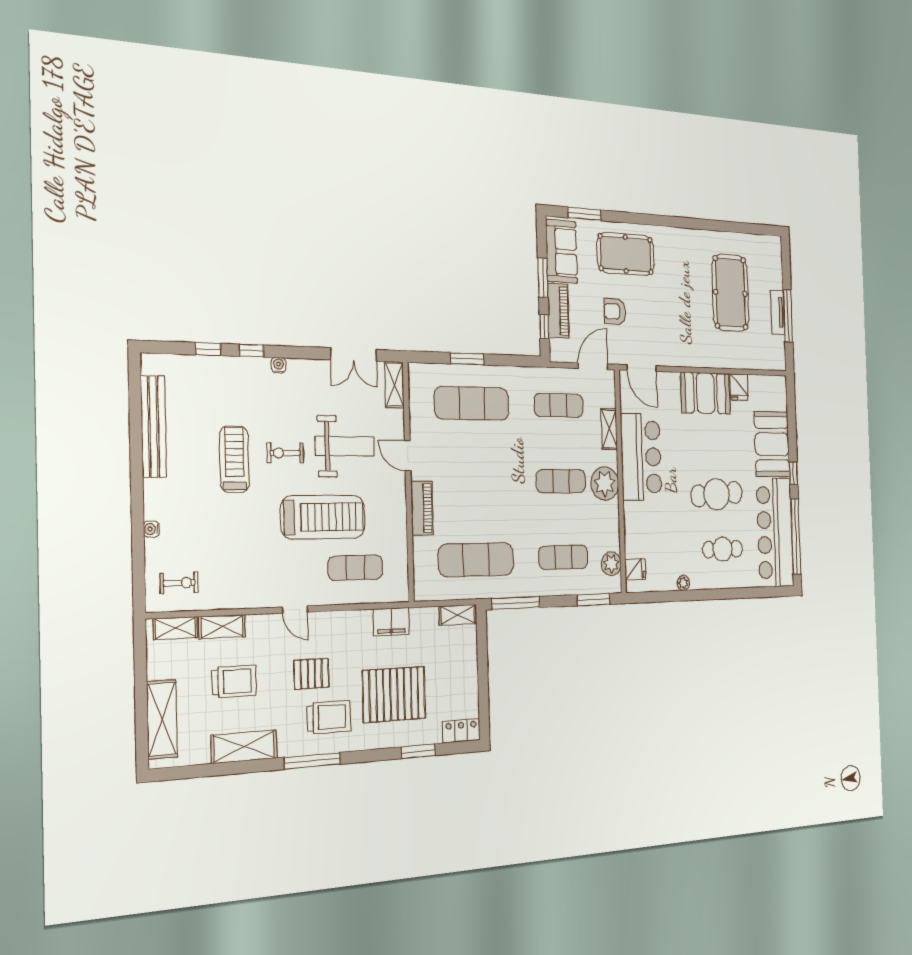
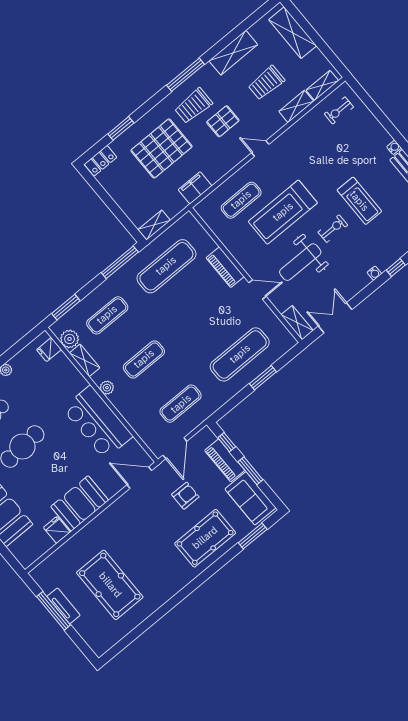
shelving: (609, 429) -> (85, 360), moved
plant: (605, 484) -> (107, 388), width x0.53, depth x0.53
water cooler: (151, 529) -> (394, 147), moved

